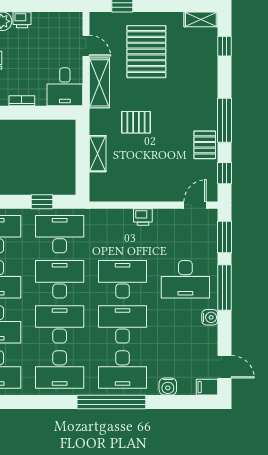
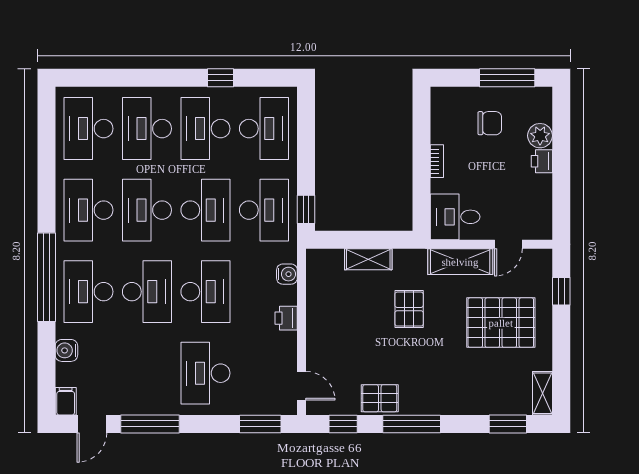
window: (225, 46) -> (508, 424), width x1.50
window: (42, 202) -> (306, 209), moved
window: (225, 288) -> (150, 424), moved
water cooler: (210, 317) -> (287, 274), moved, turned -90
desk: (60, 324) -> (147, 210), turned 180

